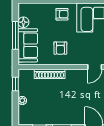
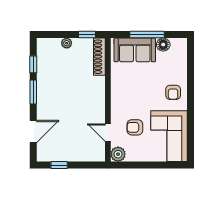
armchair: (60, 48) -> (135, 127), moved
shoe rack: (50, 74) -> (99, 57), moved

